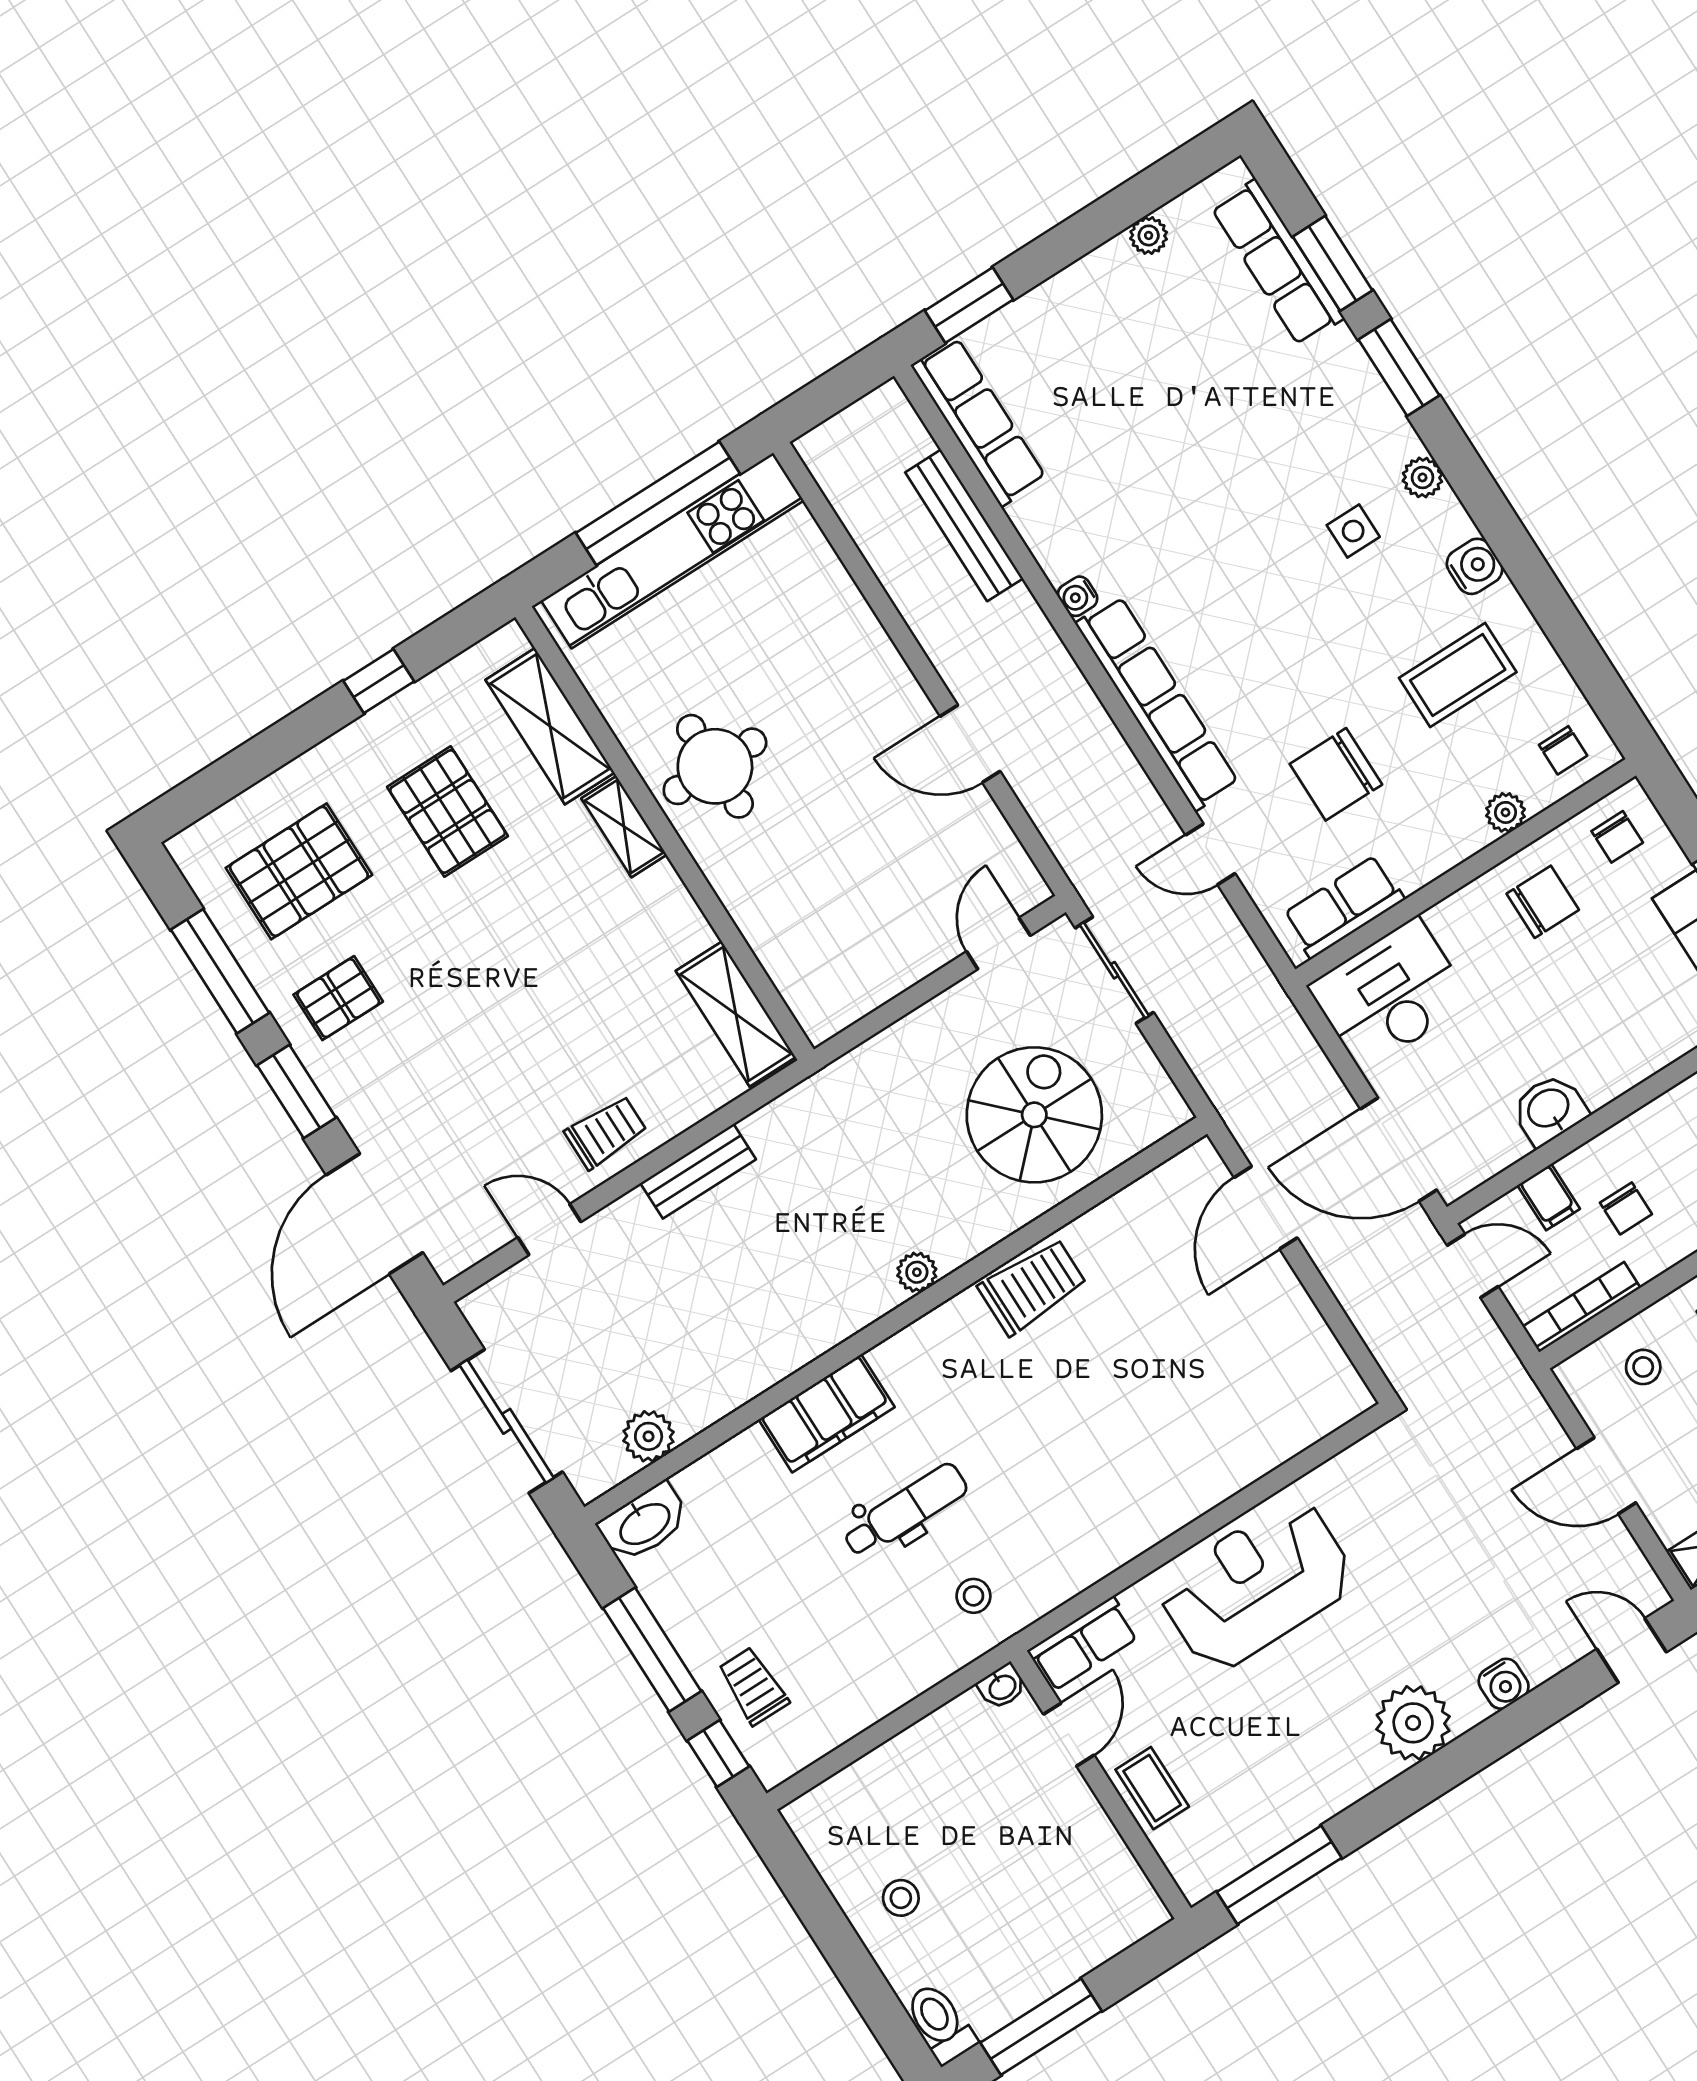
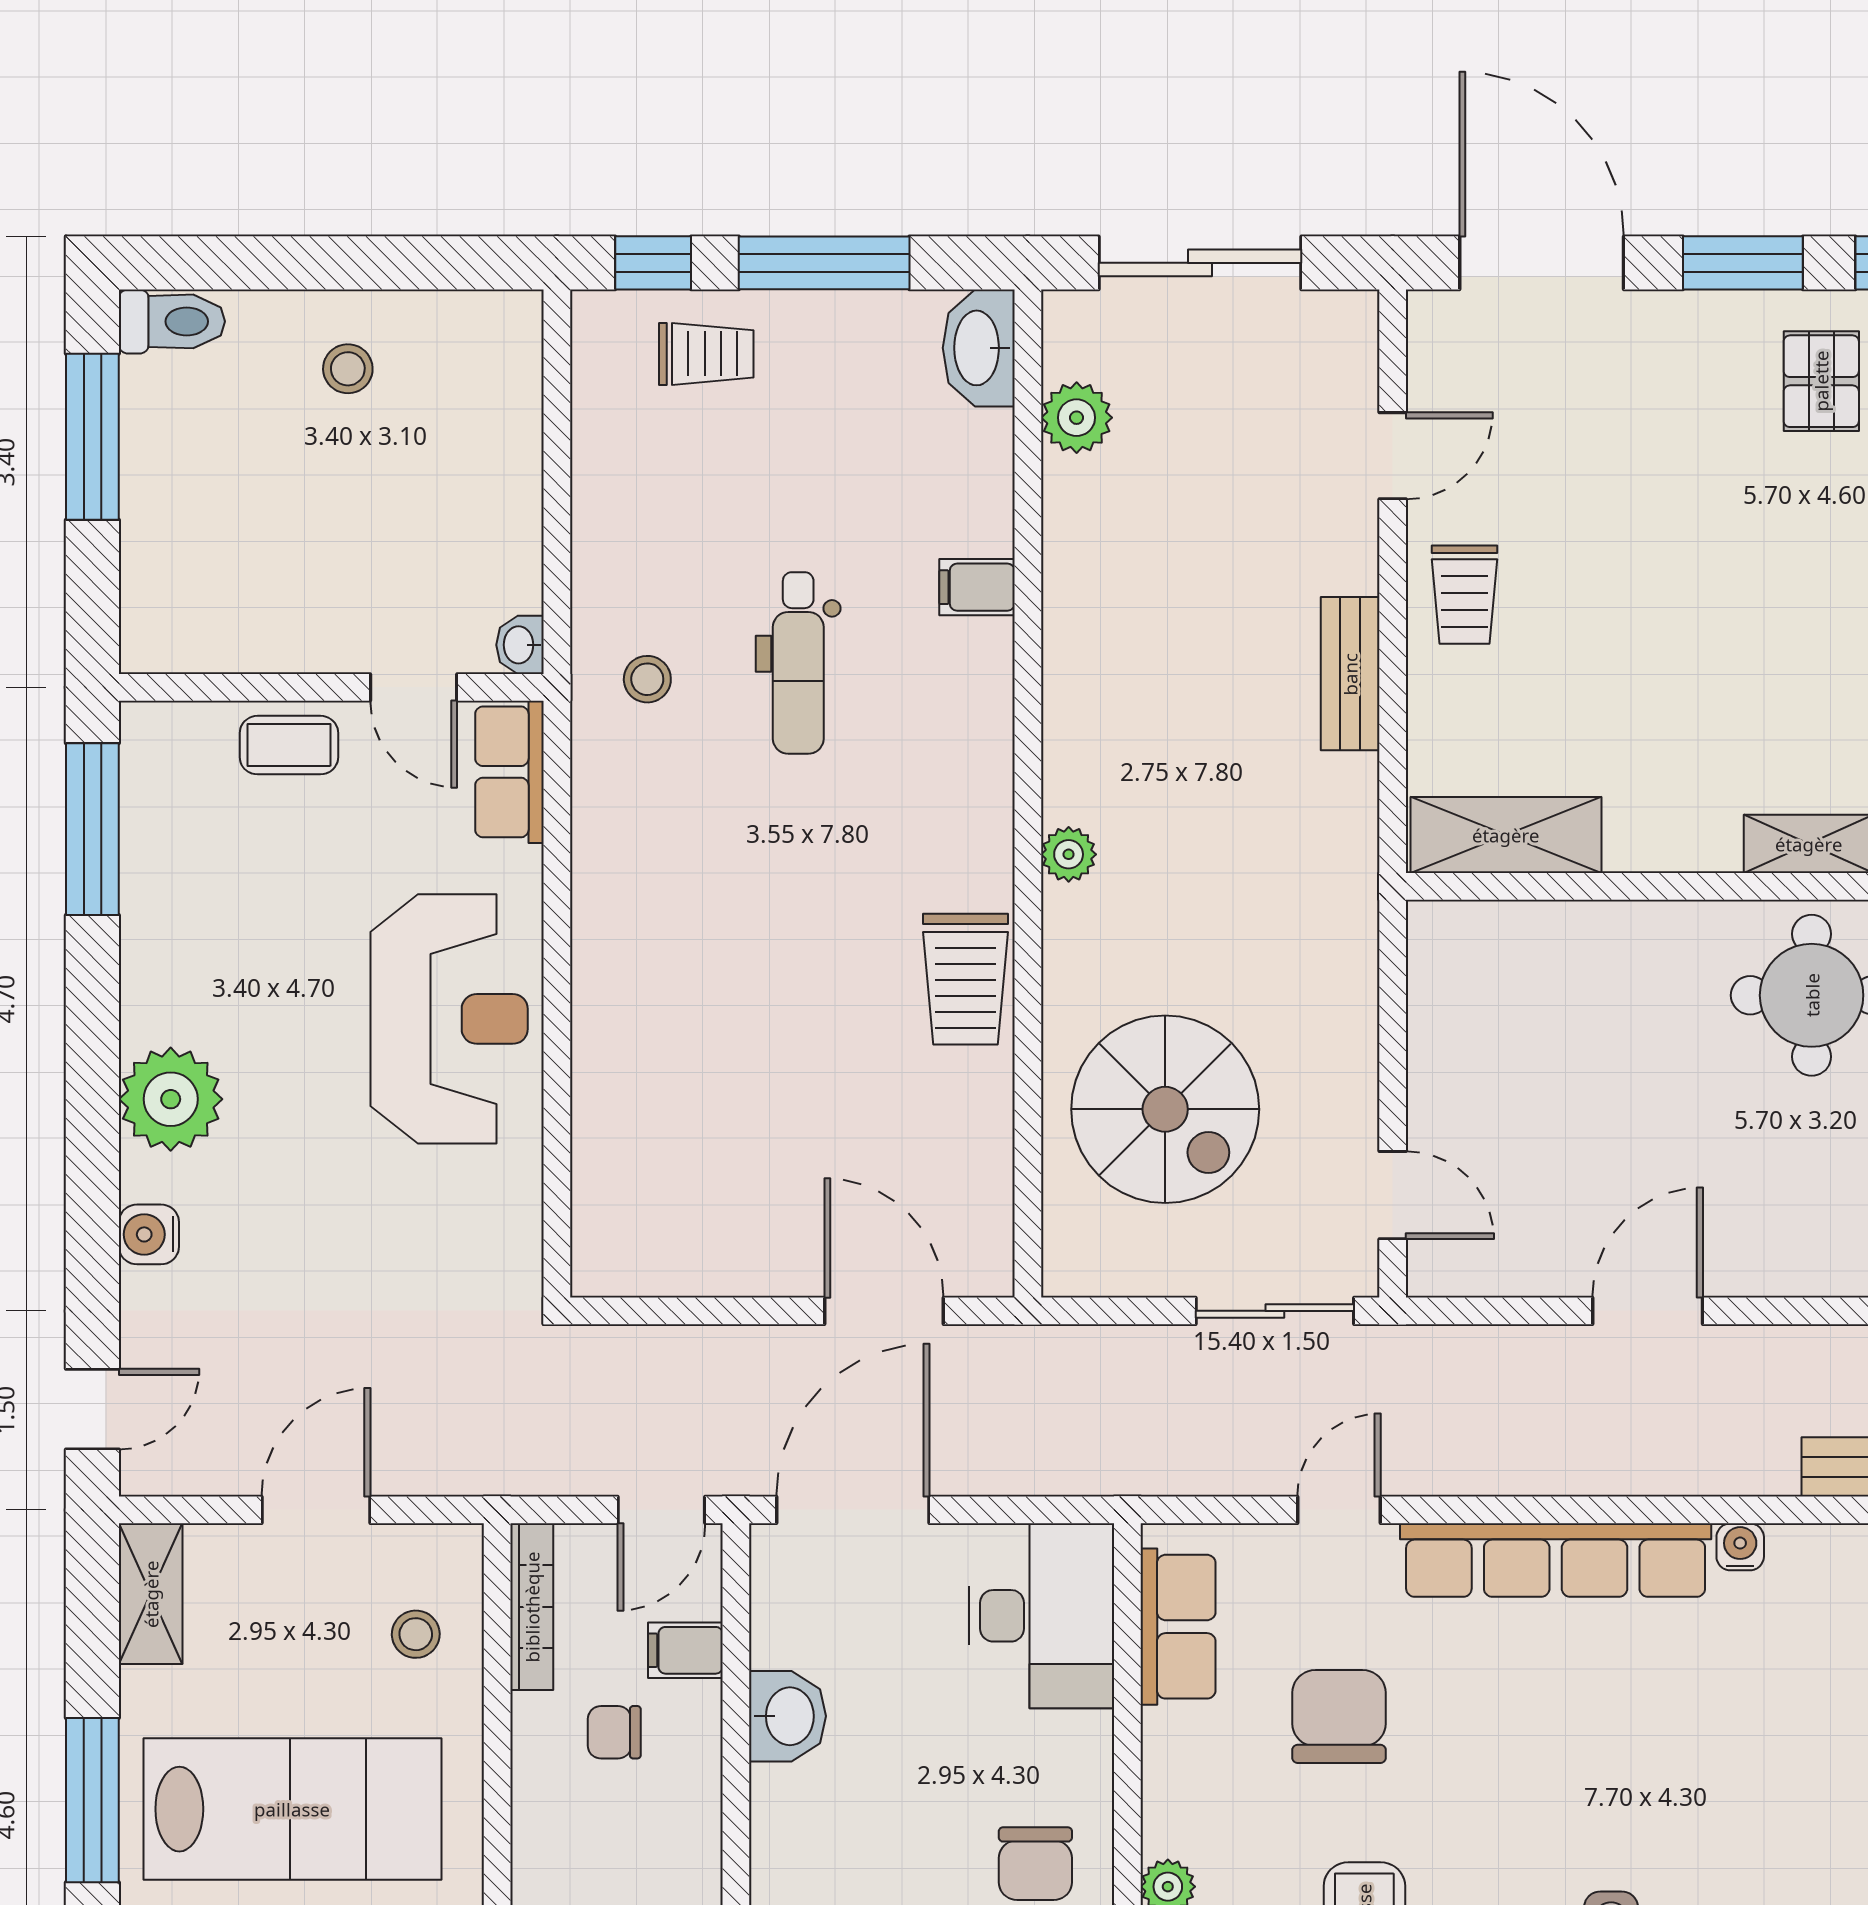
filing cabinet: (827, 1413) -> (977, 587), width x0.33, depth x0.86

